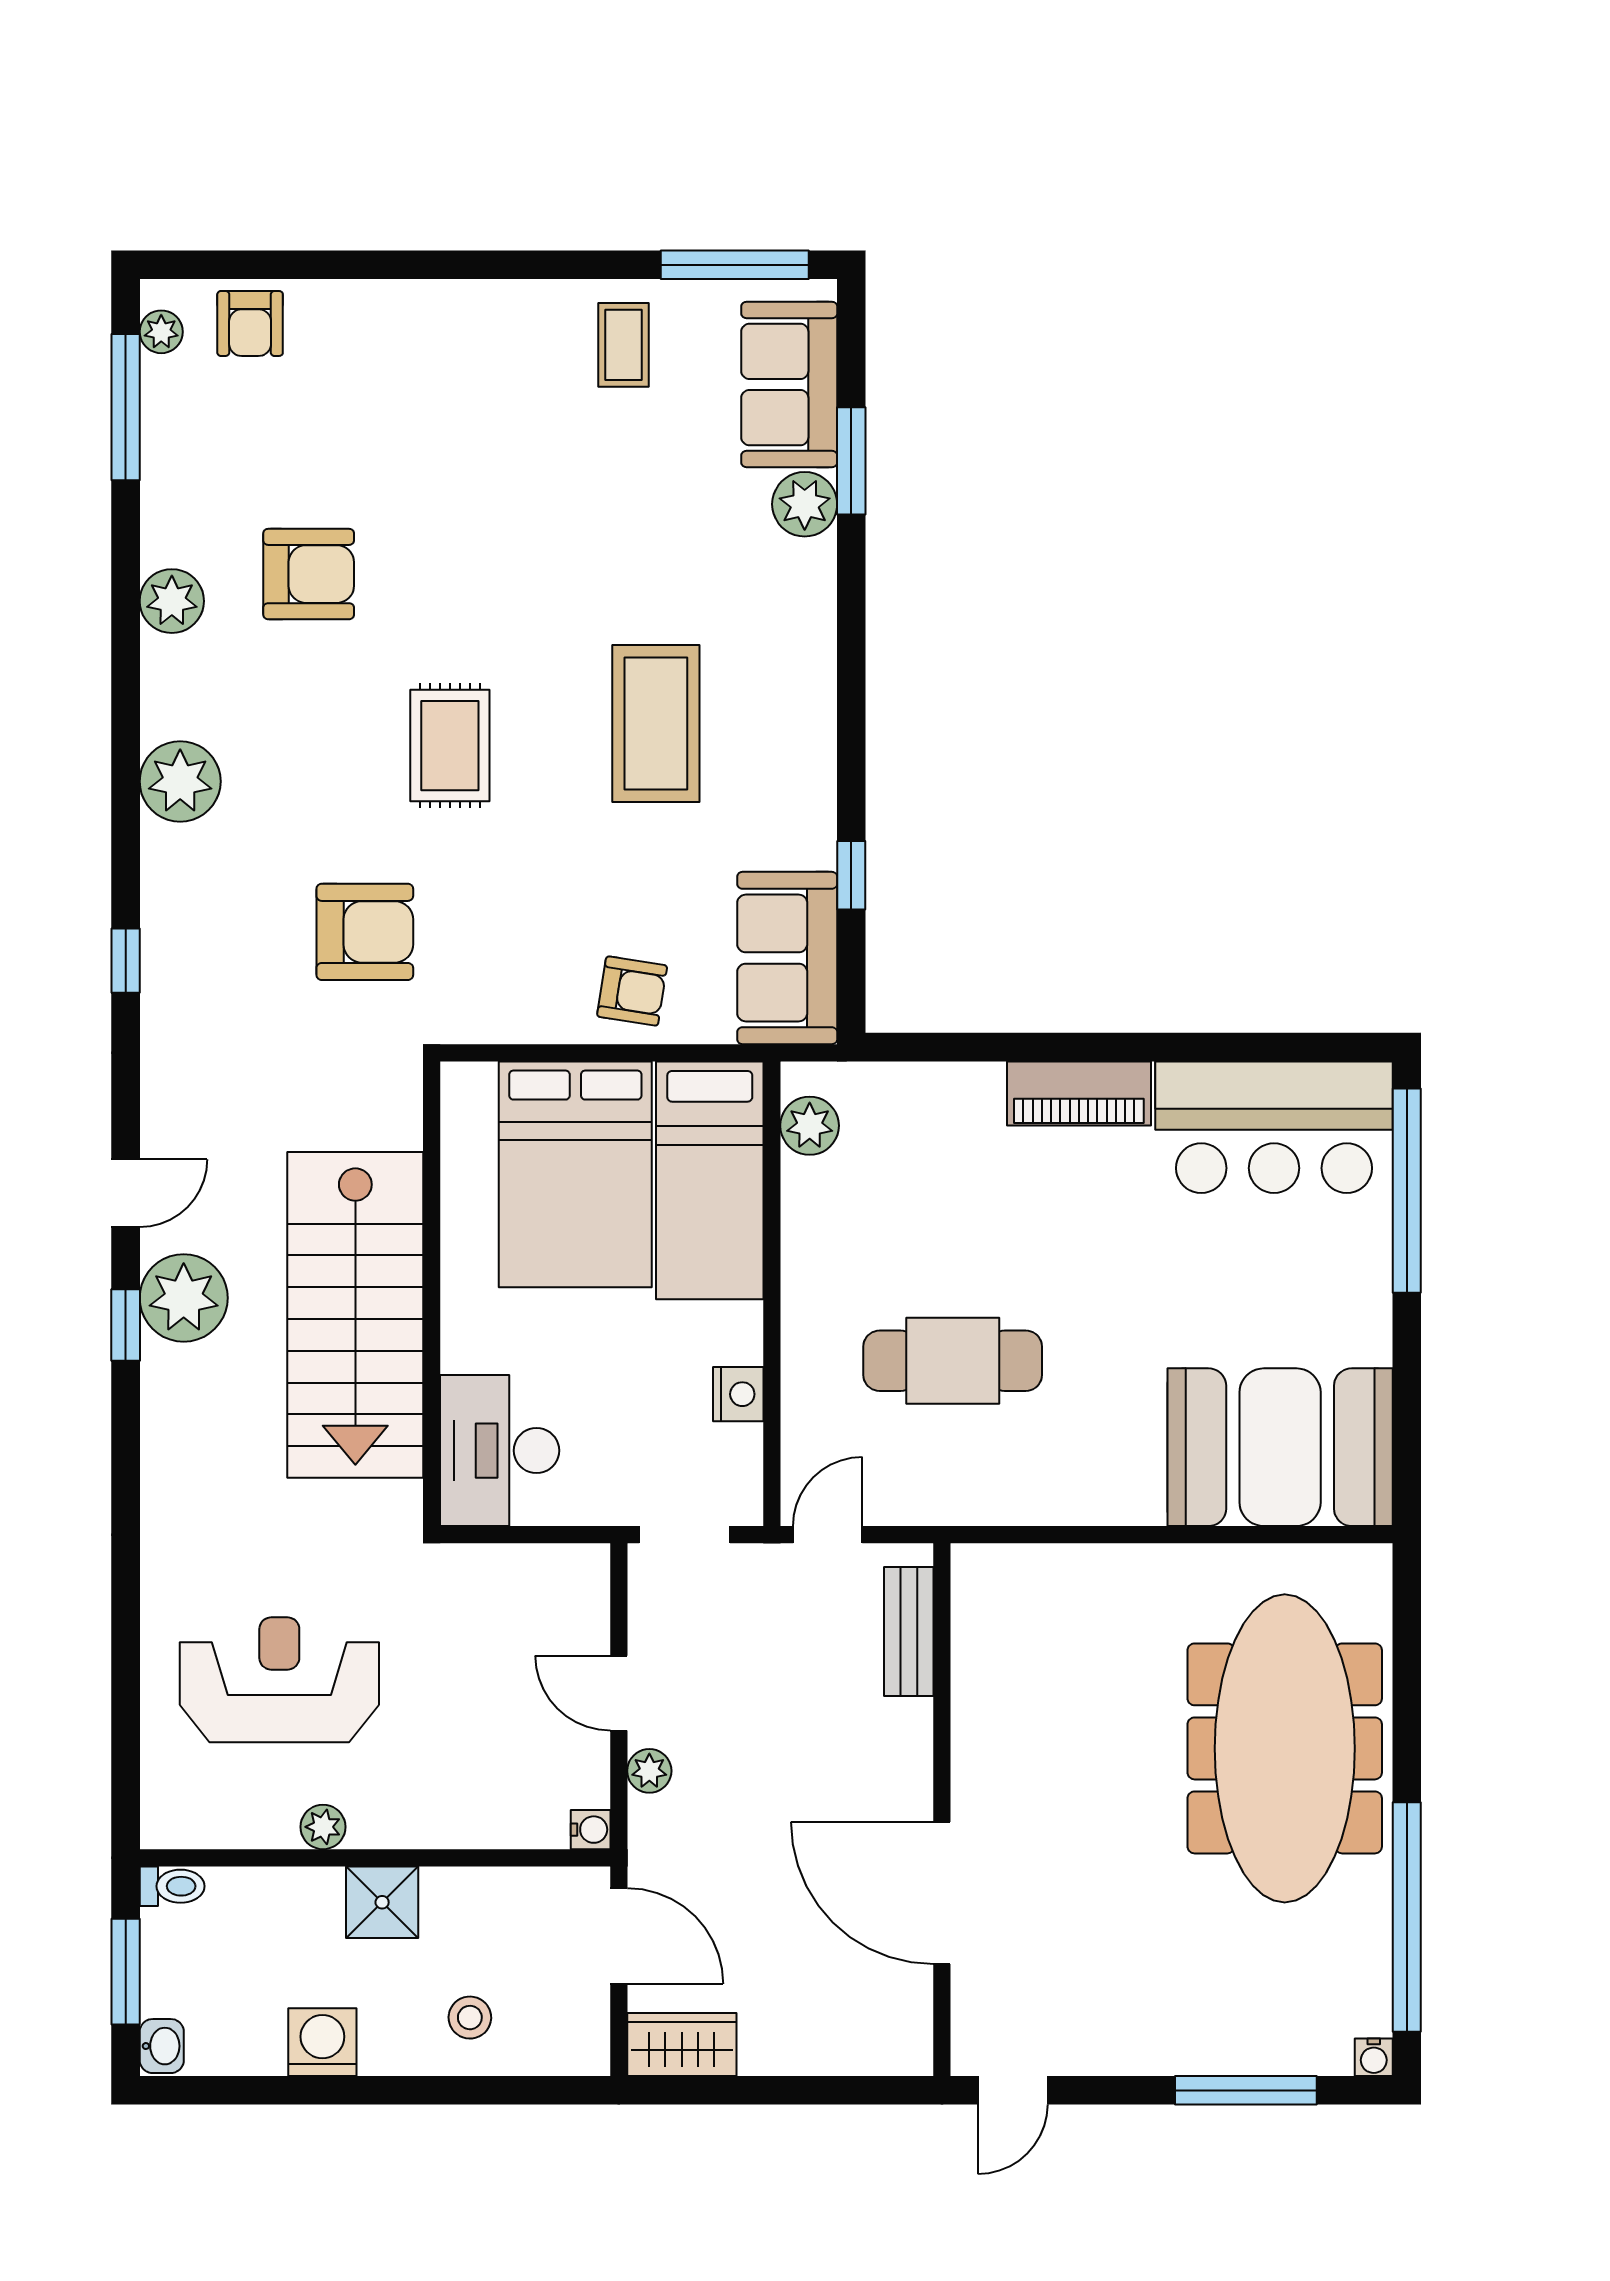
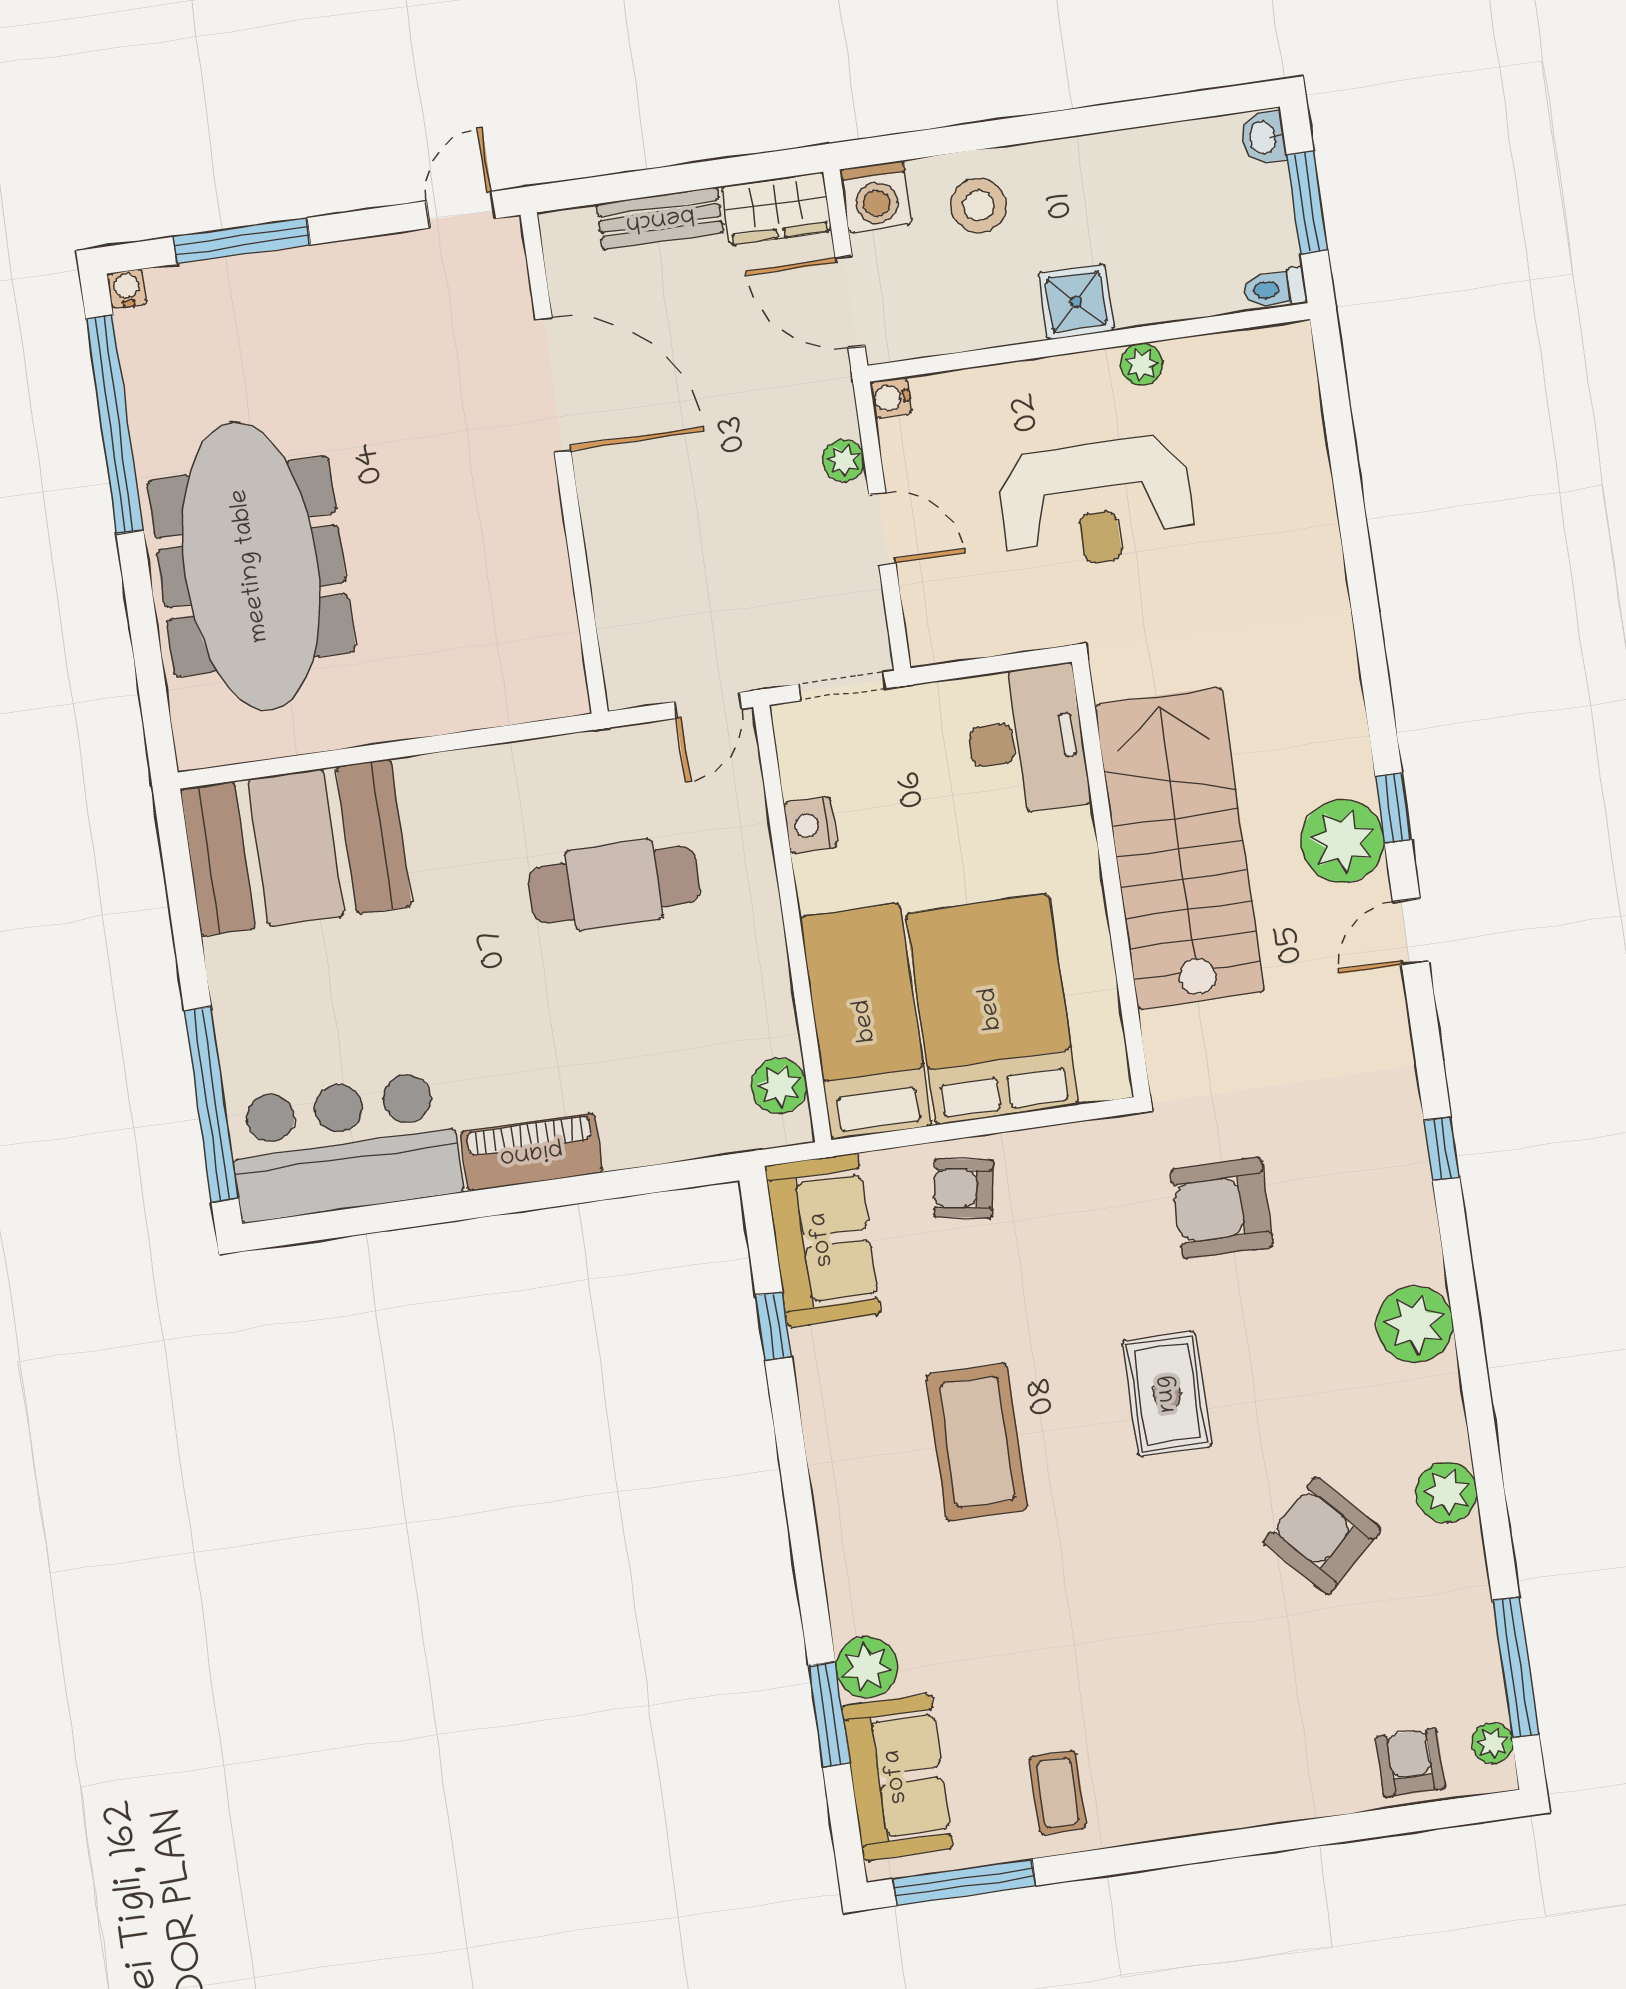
armchair: (309, 574) -> (1322, 1536), turned 47
bench: (909, 1632) -> (660, 218), moved, turned 90
reception desk: (279, 1680) -> (1096, 503), moved
stool: (470, 2018) -> (979, 205), width x1.37, depth x1.37
washing machine: (322, 2042) -> (876, 197), moved

